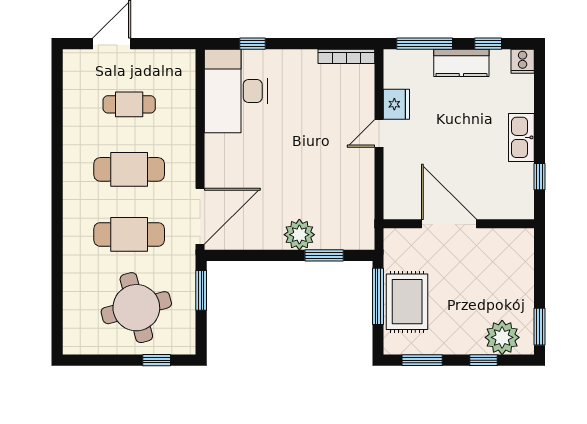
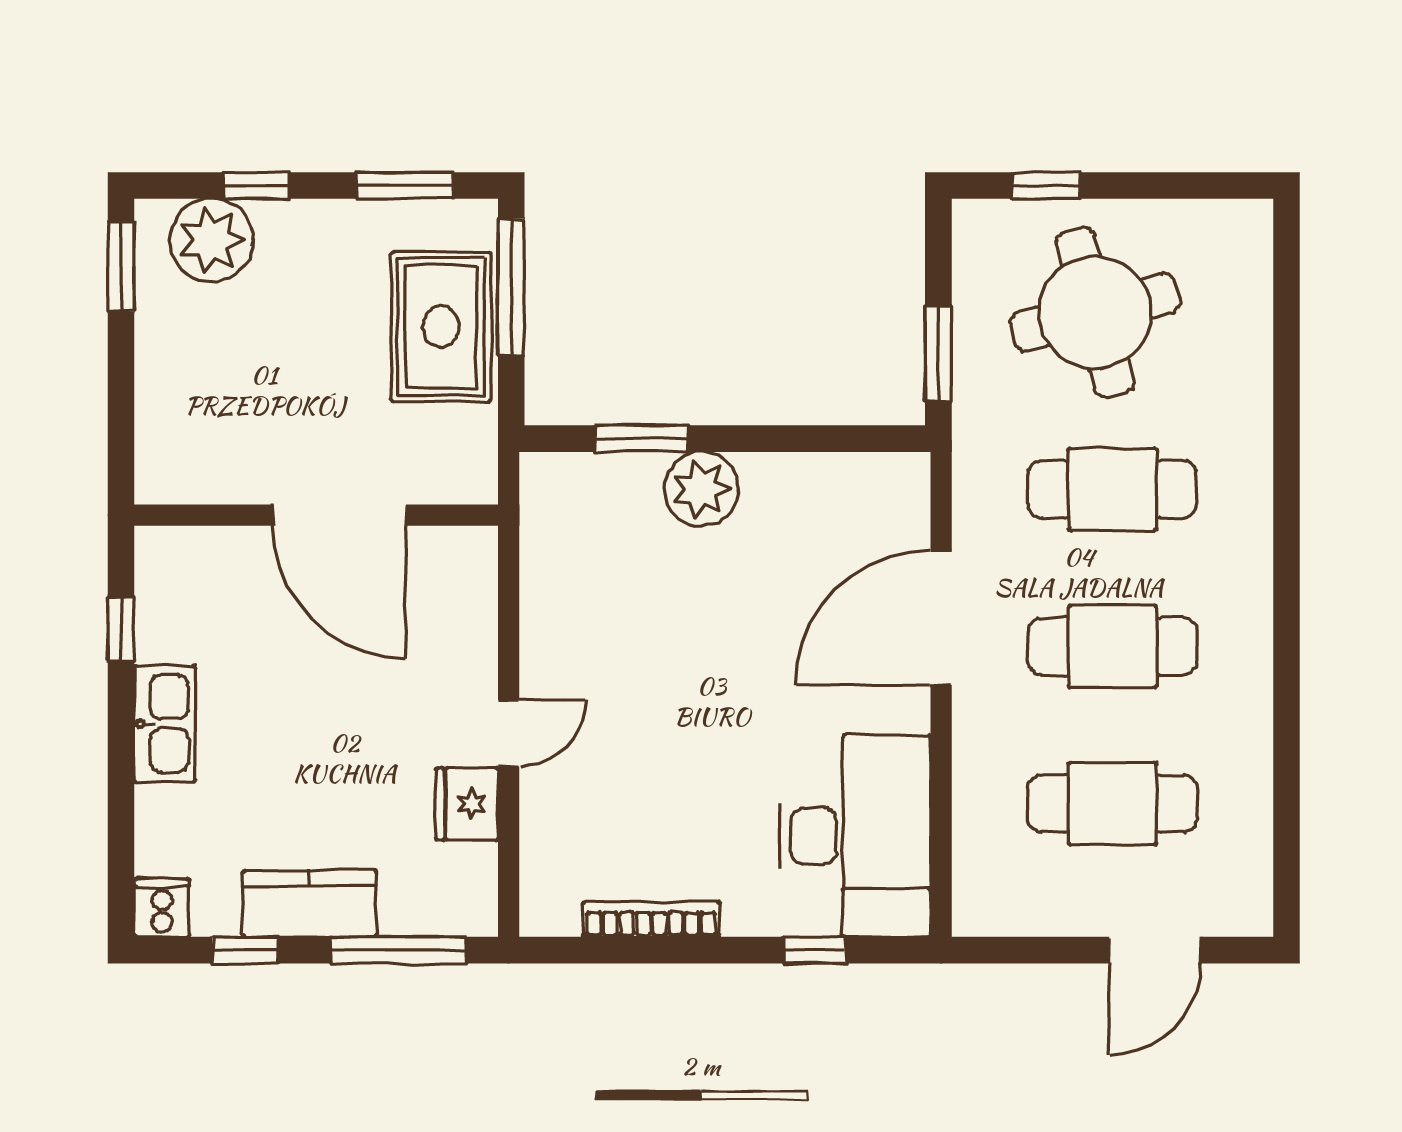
bookcase: (346, 56) -> (651, 919), moved
cafe table: (129, 104) -> (1112, 804), width x1.37, depth x1.35
door: (200, 216) -> (941, 617), moved
window: (378, 296) -> (511, 287), moved

